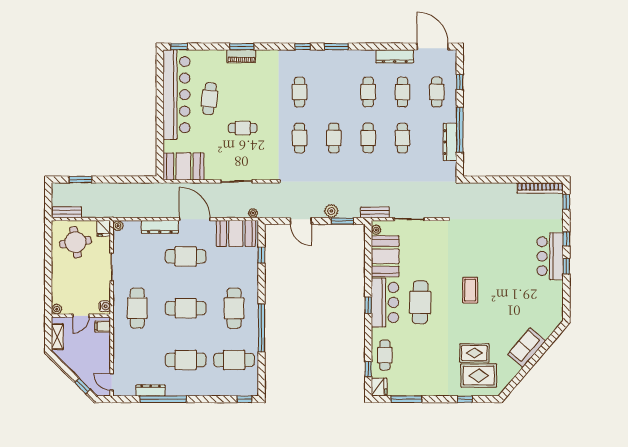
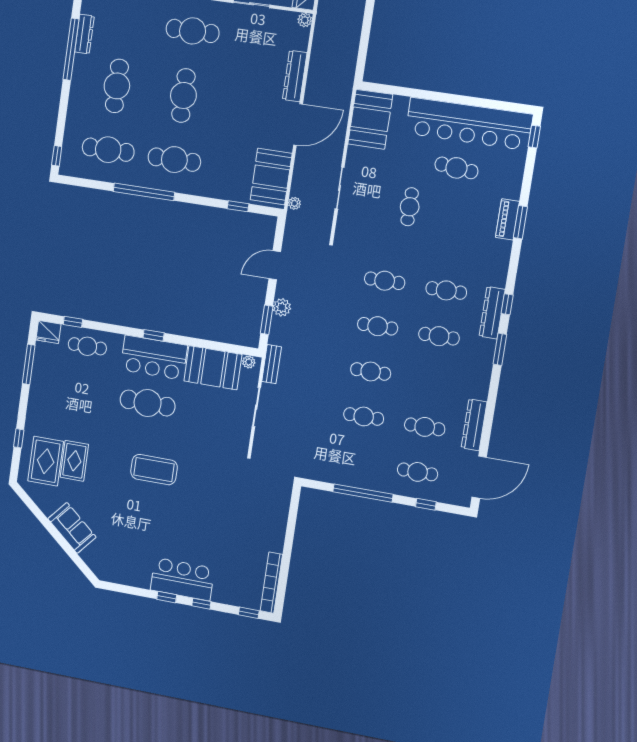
cafe table: (368, 92) -> (439, 336), moved
dresser: (450, 142) -> (492, 313), moved, turned -90
cafe table: (186, 256) -> (251, 105), removed
coffee table: (470, 290) -> (154, 470), width x1.36, depth x1.32
cafe table: (234, 360) -> (108, 150), turned 90

